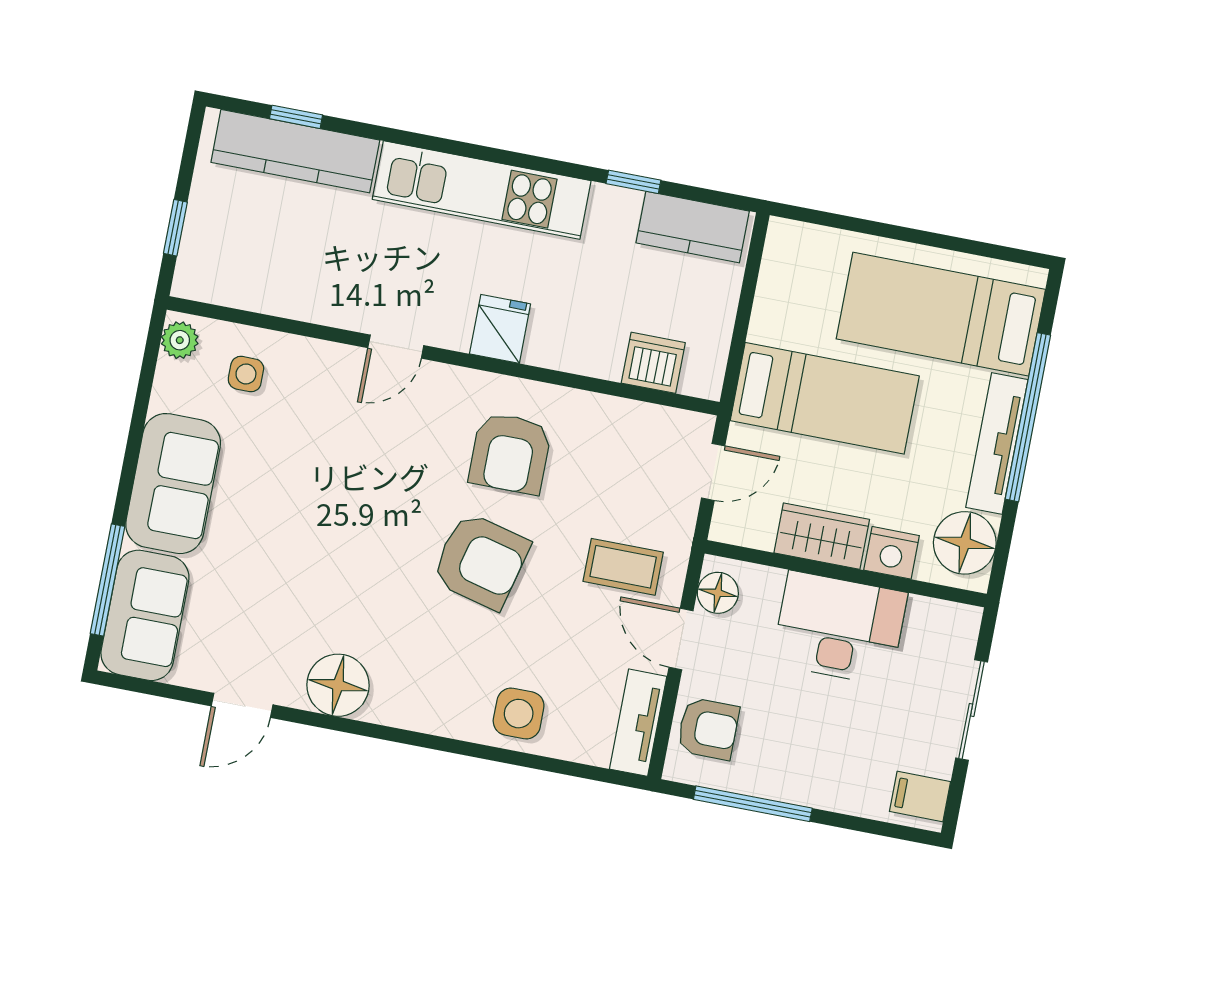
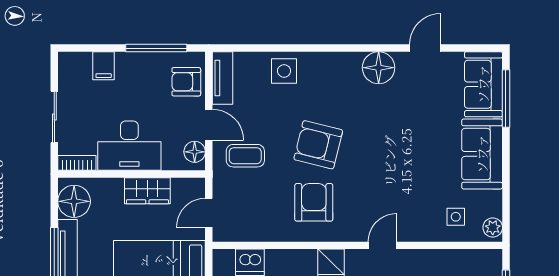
nightstand: (892, 553) -> (110, 189), removed
bookcase: (945, 615) -> (77, 163), added
filing cabinet: (920, 797) -> (104, 66), moved, turned 90

